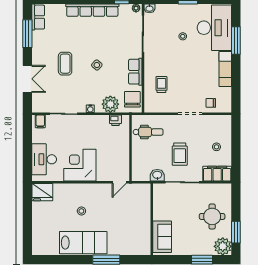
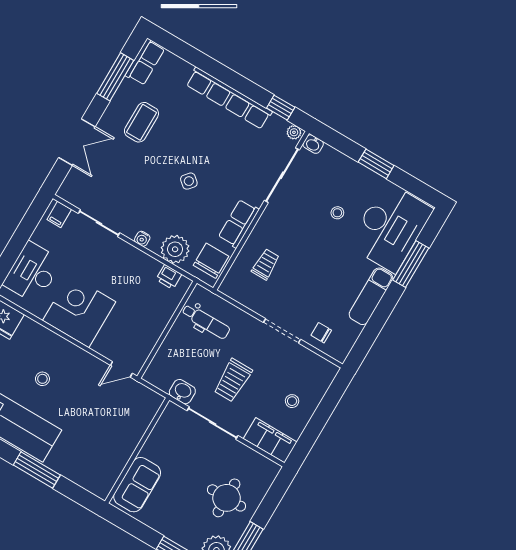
coffee table: (65, 64) -> (141, 122), moved

